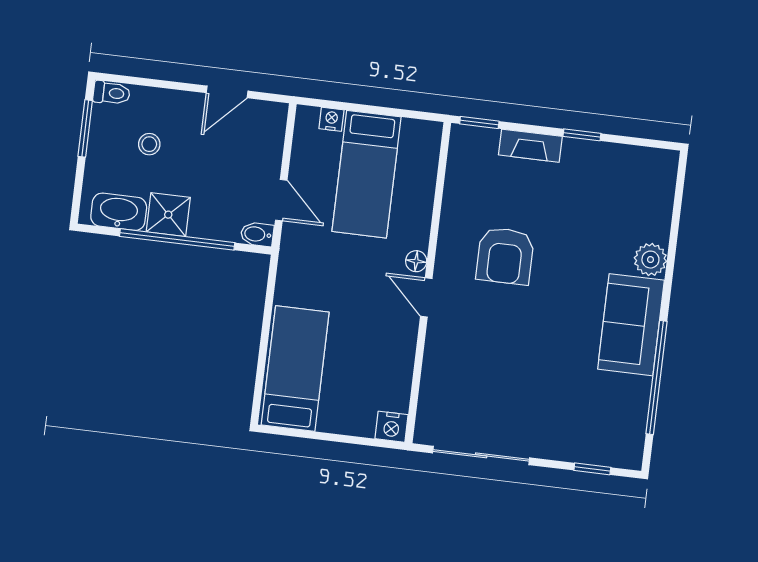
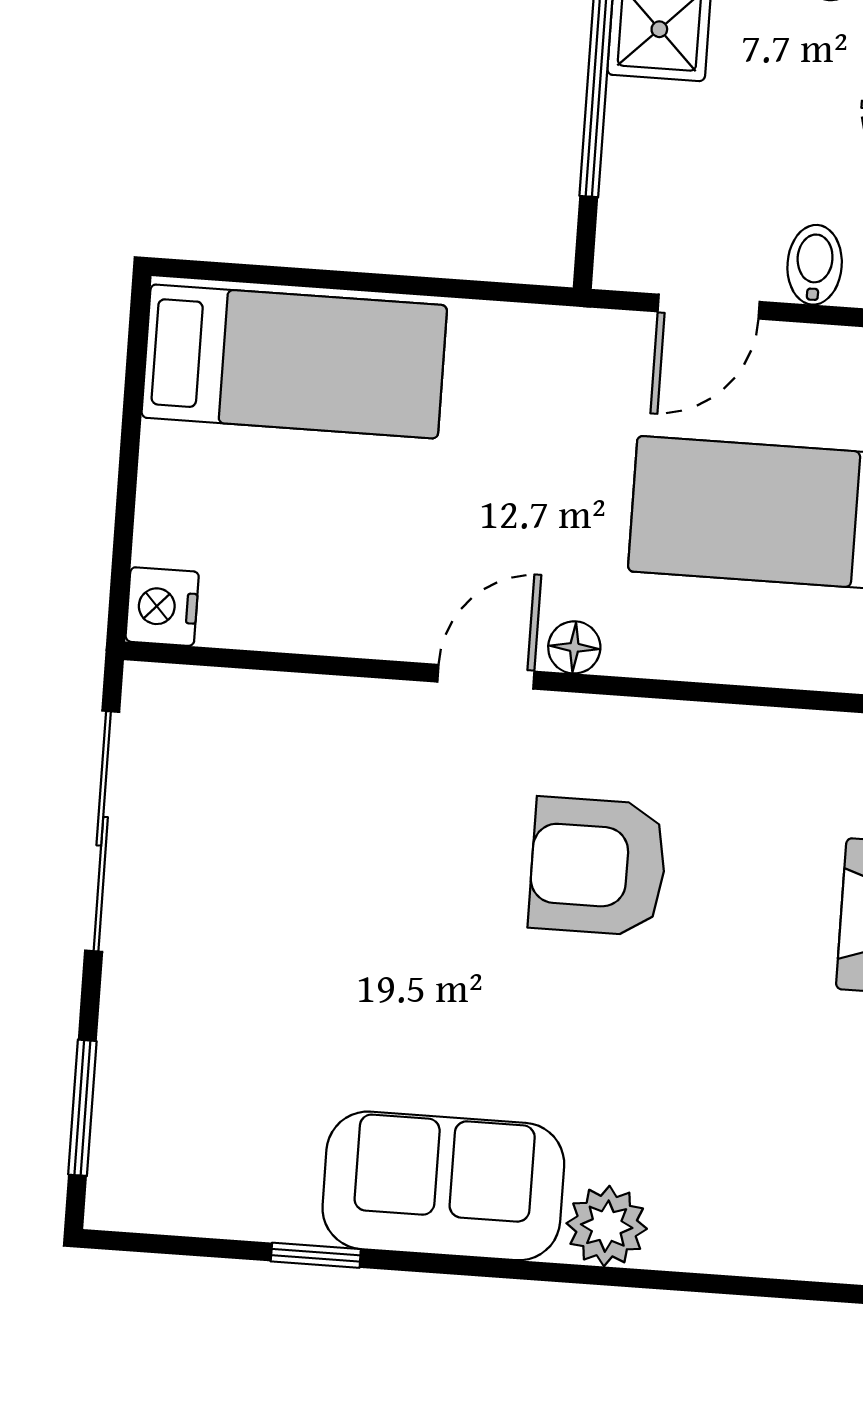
bidet: (257, 234) -> (815, 265), moved
window: (656, 378) -> (316, 1255), width x0.32
window: (592, 469) -> (82, 1108), width x1.50

